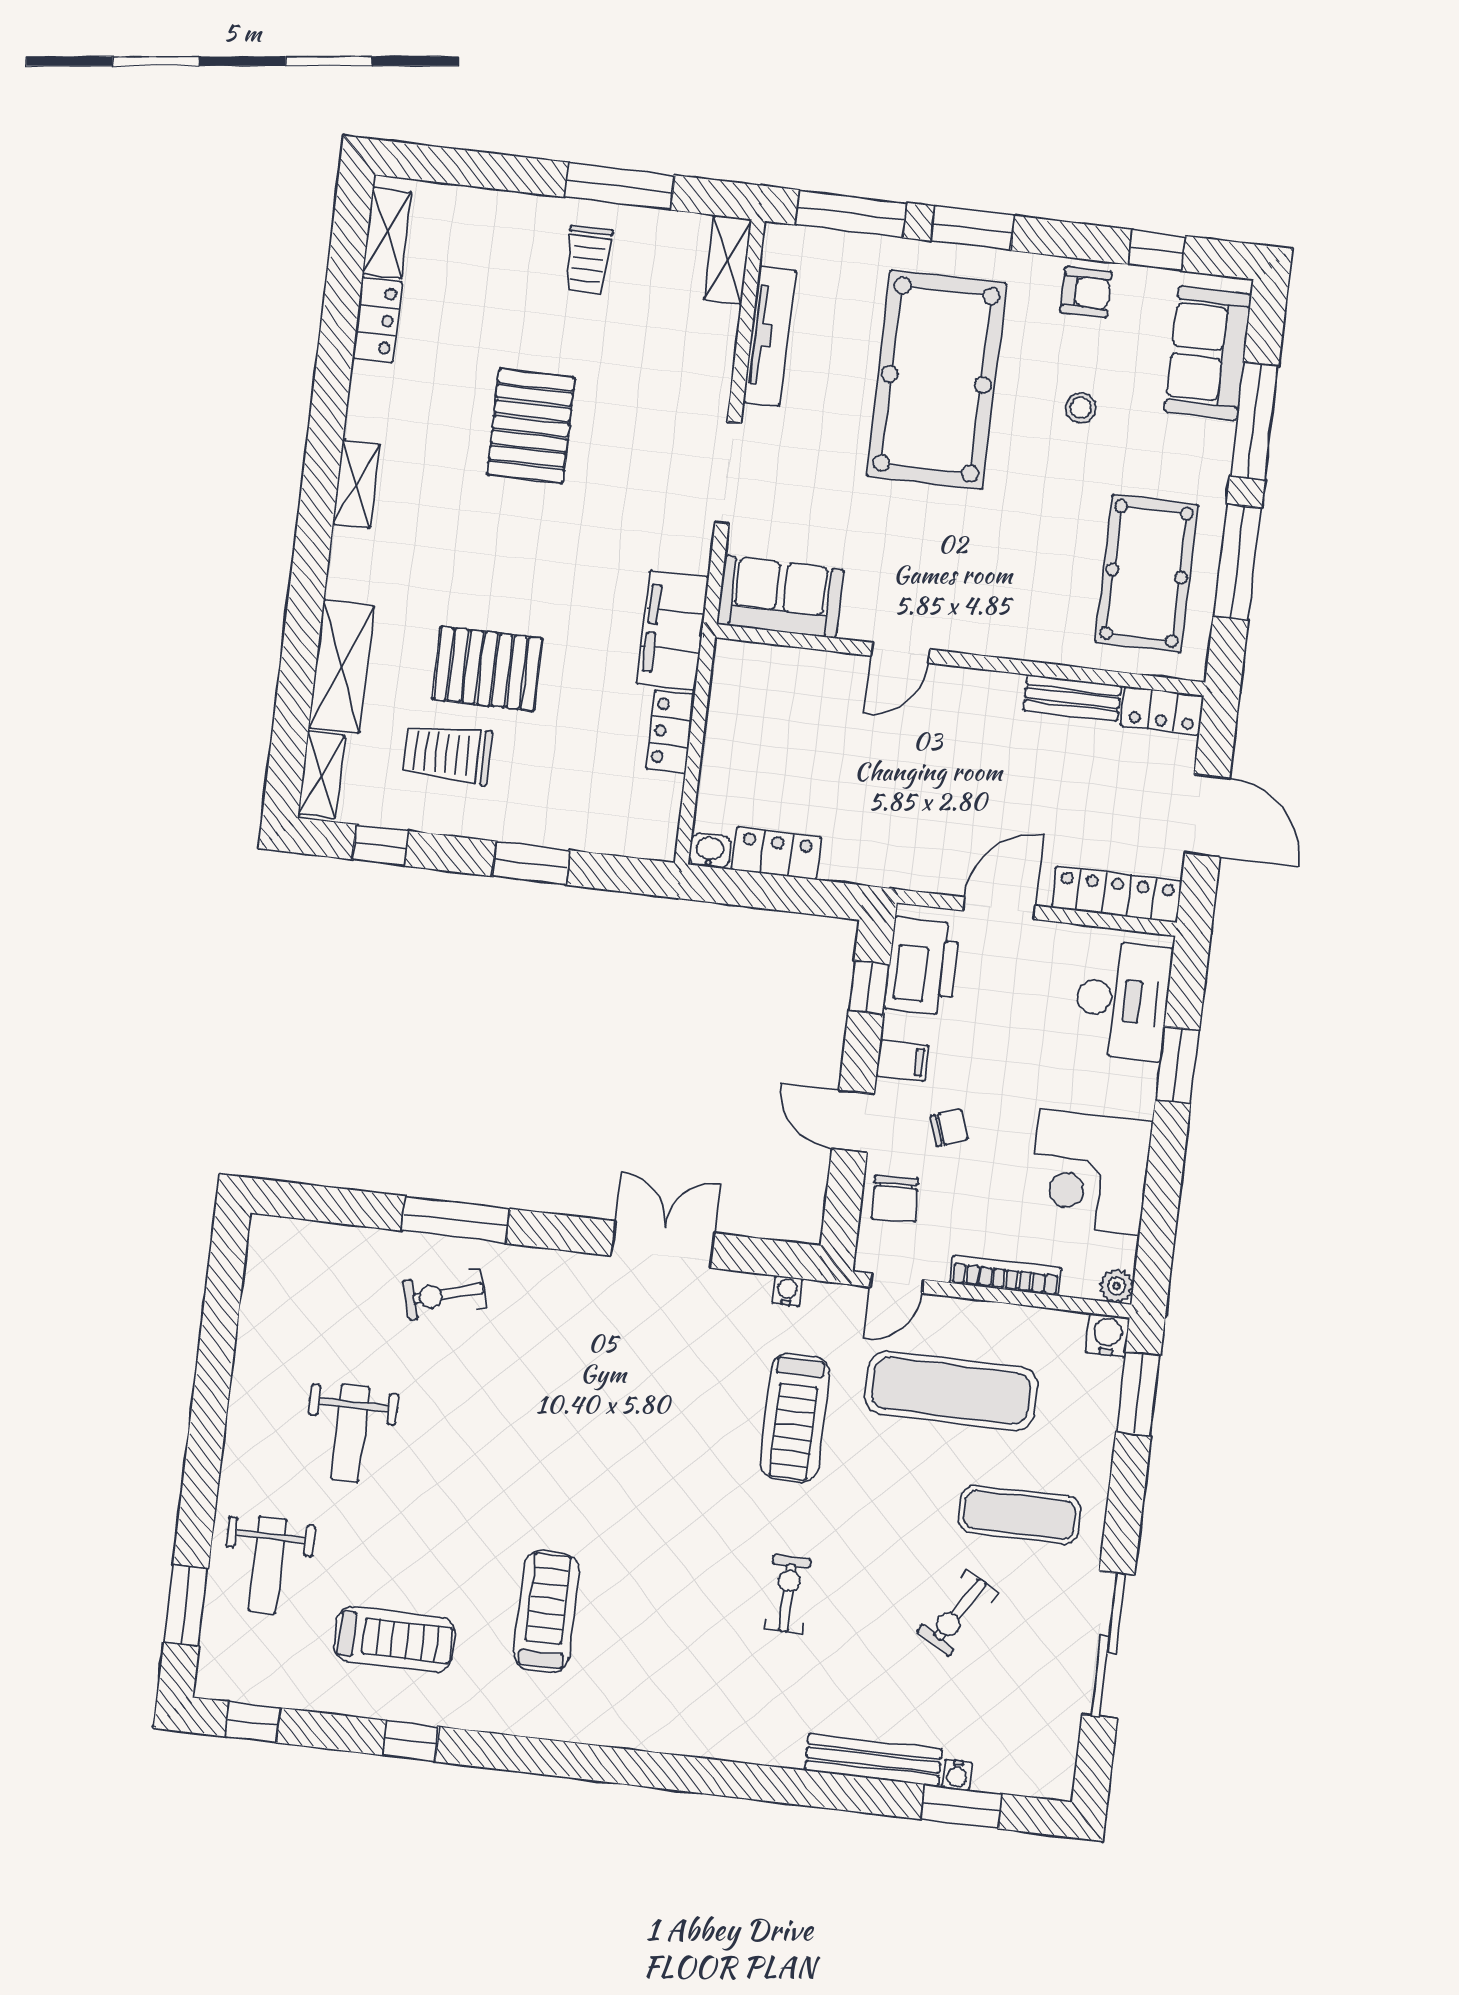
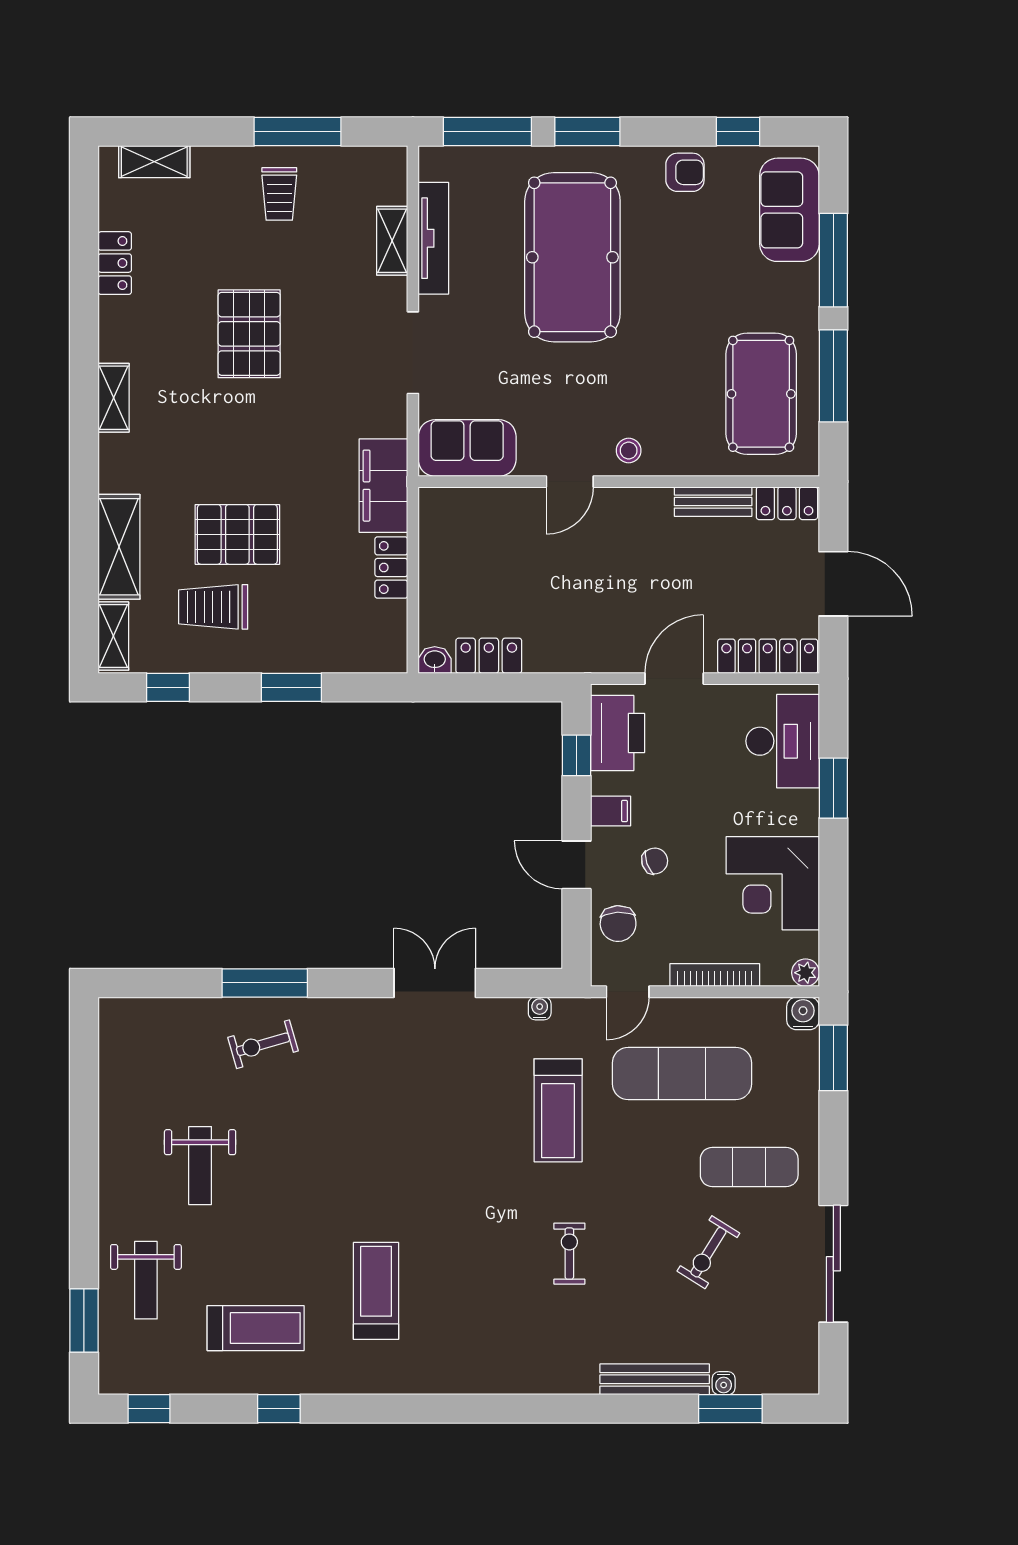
shelving: (387, 233) -> (154, 162), moved, turned 90
shelving: (728, 260) -> (392, 241), moved
stool: (1081, 408) -> (629, 451), moved

